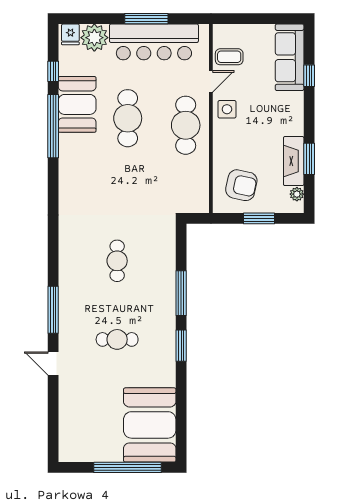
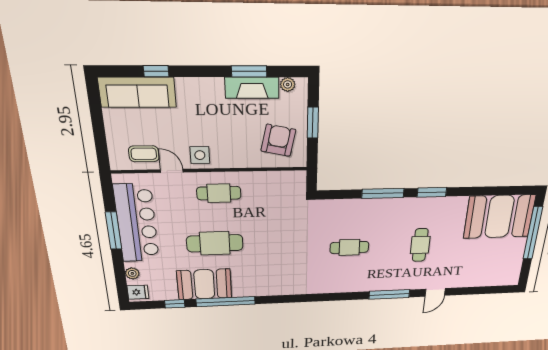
plant: (94, 38) -> (132, 273), width x0.53, depth x0.53
coffee table: (229, 57) -> (144, 154), turned 90
cafe table: (186, 125) -> (219, 193), width x0.73, depth x0.74

